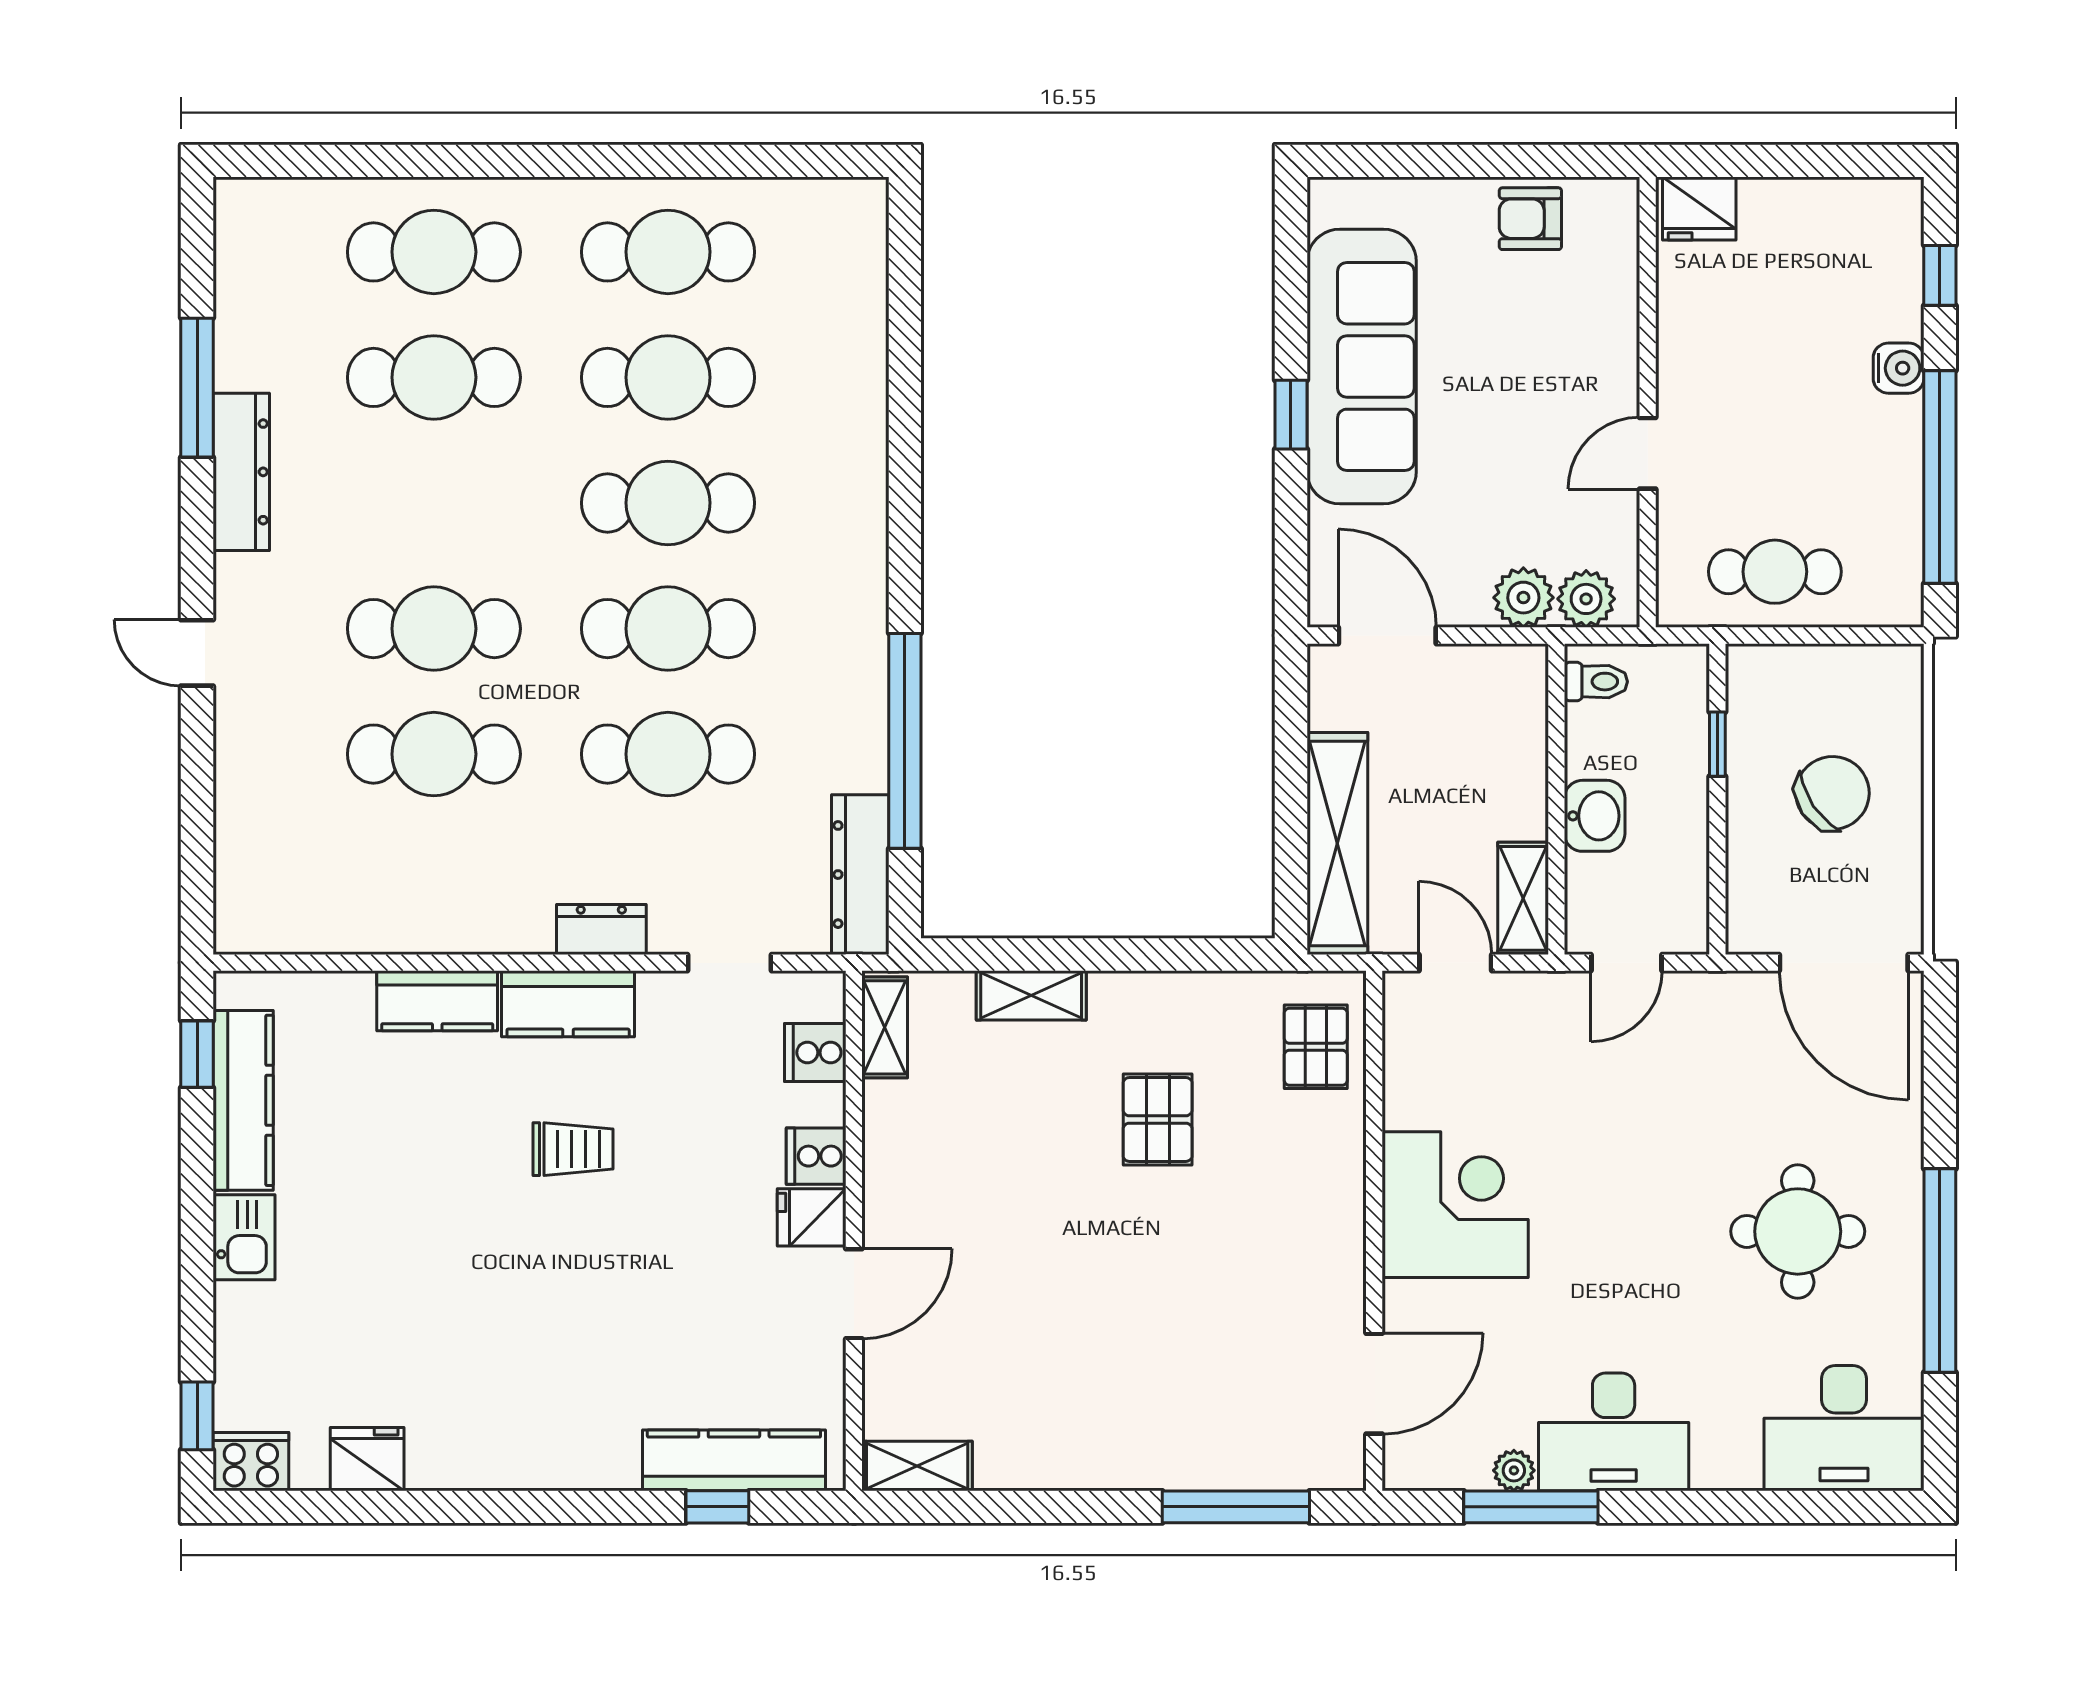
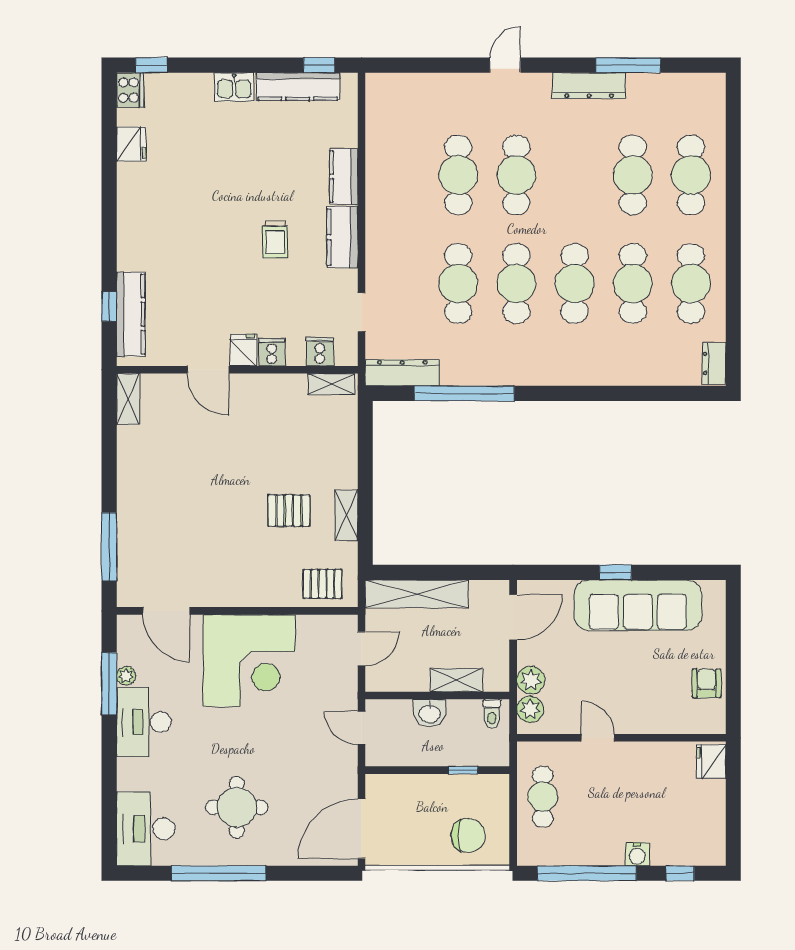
chair: (1833, 793) -> (468, 835), moved, turned -56
shelving: (1523, 898) -> (457, 680), moved
dresser: (601, 929) -> (714, 363), moved, turned 180
shelving: (1031, 995) -> (346, 515), moved
corner desk: (1455, 1205) -> (249, 661), width x1.36, depth x1.36

